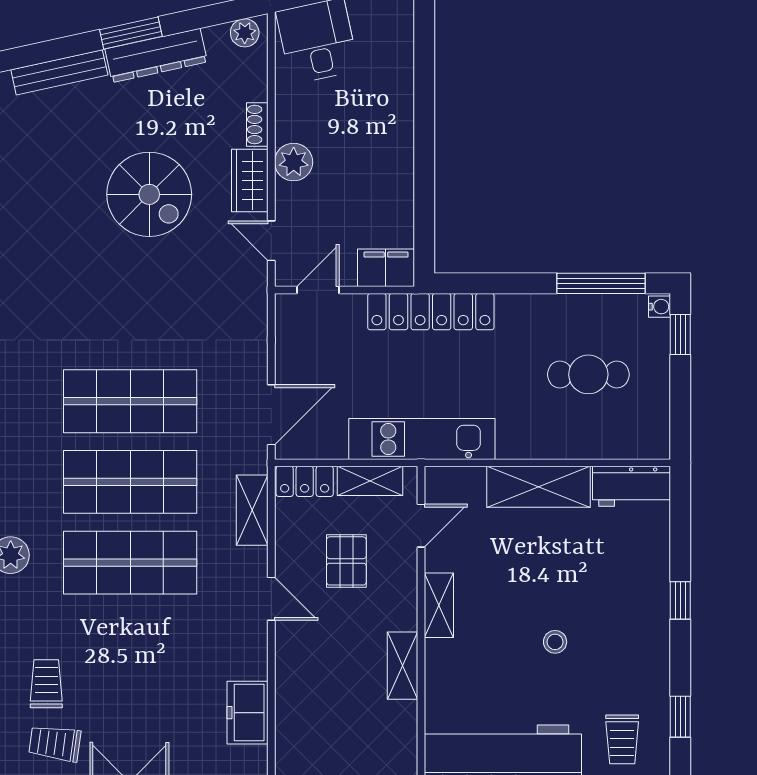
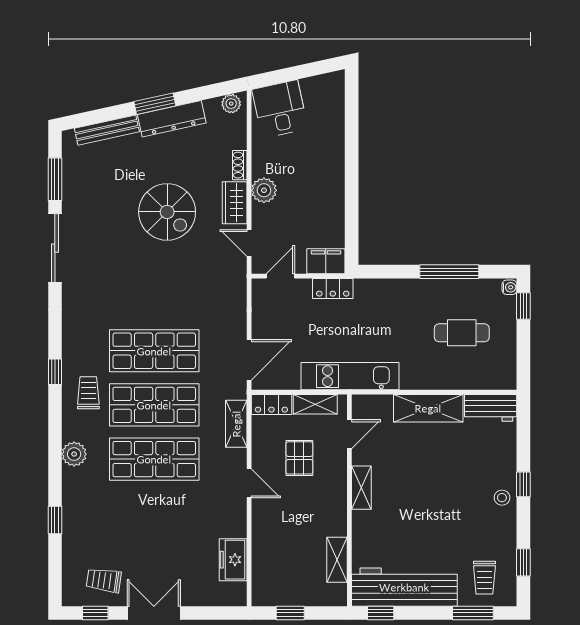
window: (601, 283) -> (449, 272), moved
locker: (431, 312) -> (333, 289), width x0.46, depth x0.83
stool: (555, 642) -> (502, 498), moved
shelving: (402, 666) -> (337, 560), moved
trolley: (46, 684) -> (88, 393), moved

